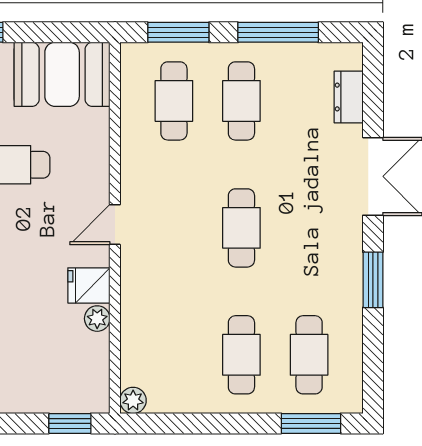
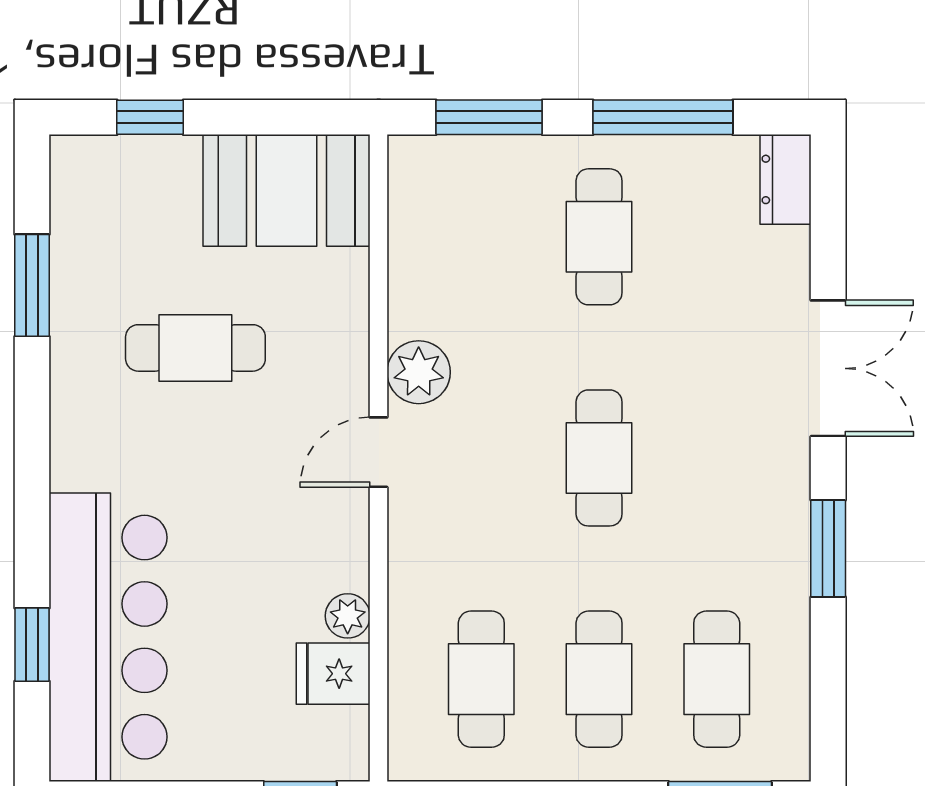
dresser: (349, 97) -> (786, 179), moved
cafe table: (174, 101) -> (481, 679), moved
fridge: (89, 285) -> (333, 674), moved
plant: (133, 400) -> (419, 372), moved, width x1.38, depth x1.38

